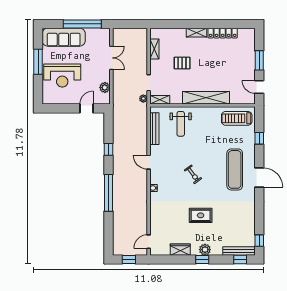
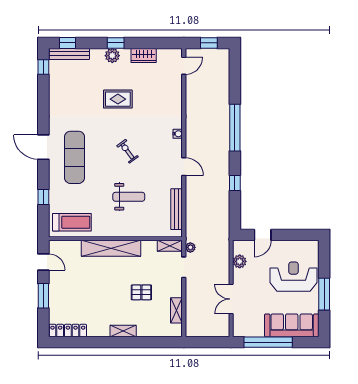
locker: (223, 33) -> (68, 331), moved
weight bench: (181, 124) -> (129, 197), moved, turned 90

